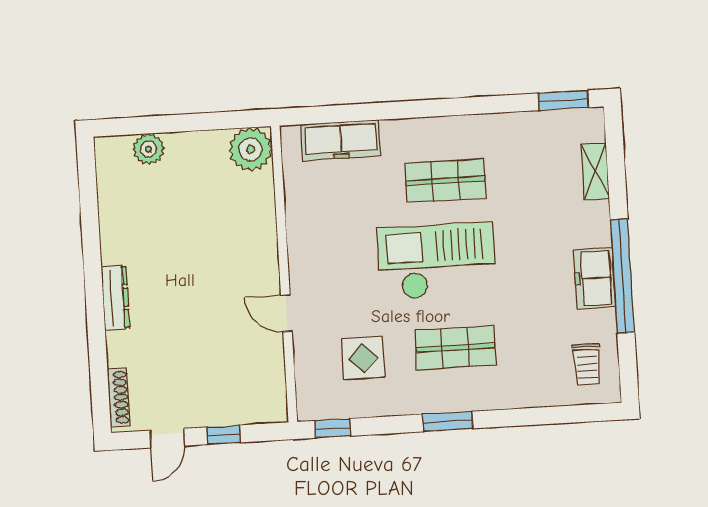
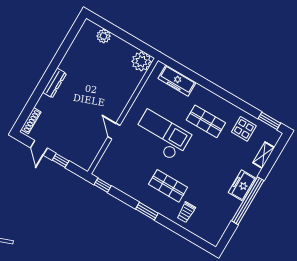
checkout: (437, 261) -> (162, 135), moved
freezer: (595, 278) -> (242, 185), moved
display table: (363, 358) -> (244, 129), moved
trolley: (587, 364) -> (186, 212), moved
door: (167, 438) -> (39, 148), hinge flipped

